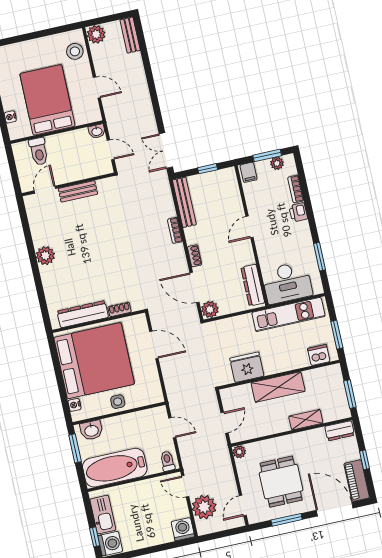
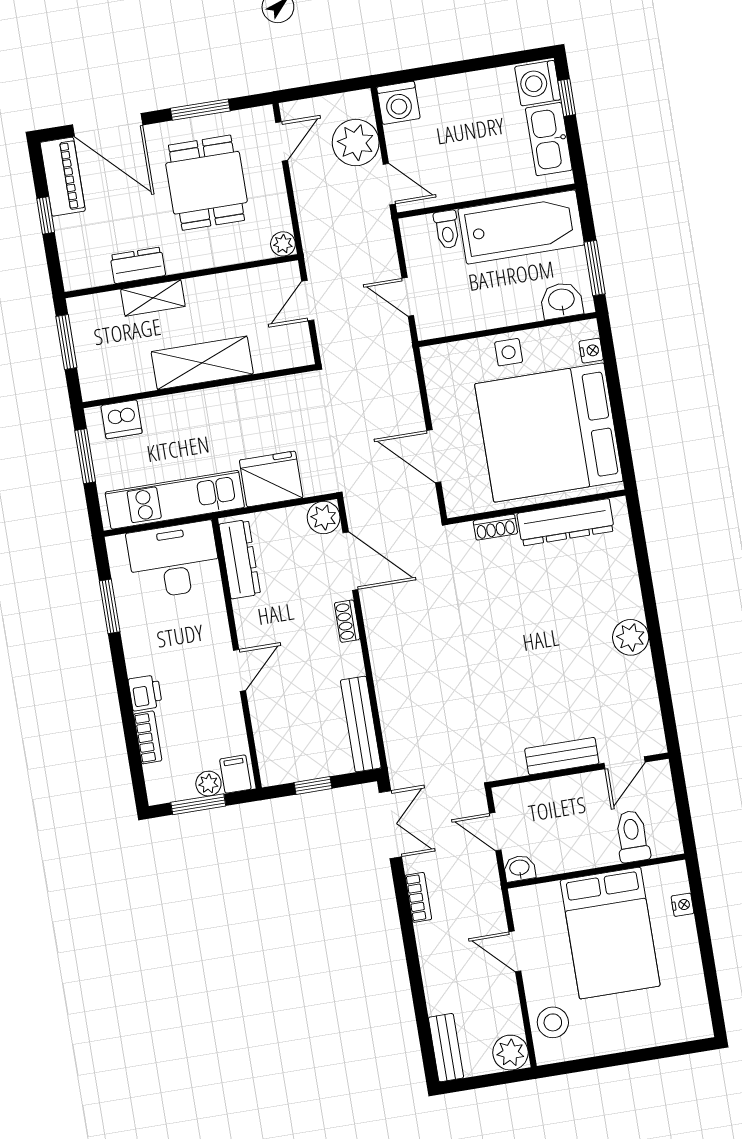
plant: (277, 163) -> (208, 784), moved
bookcase: (175, 230) -> (418, 897), moved
fridge: (247, 367) -> (271, 479), moved, turned 180
dresser: (340, 431) -> (138, 265), moved
toilet: (167, 461) -> (447, 229), moved

